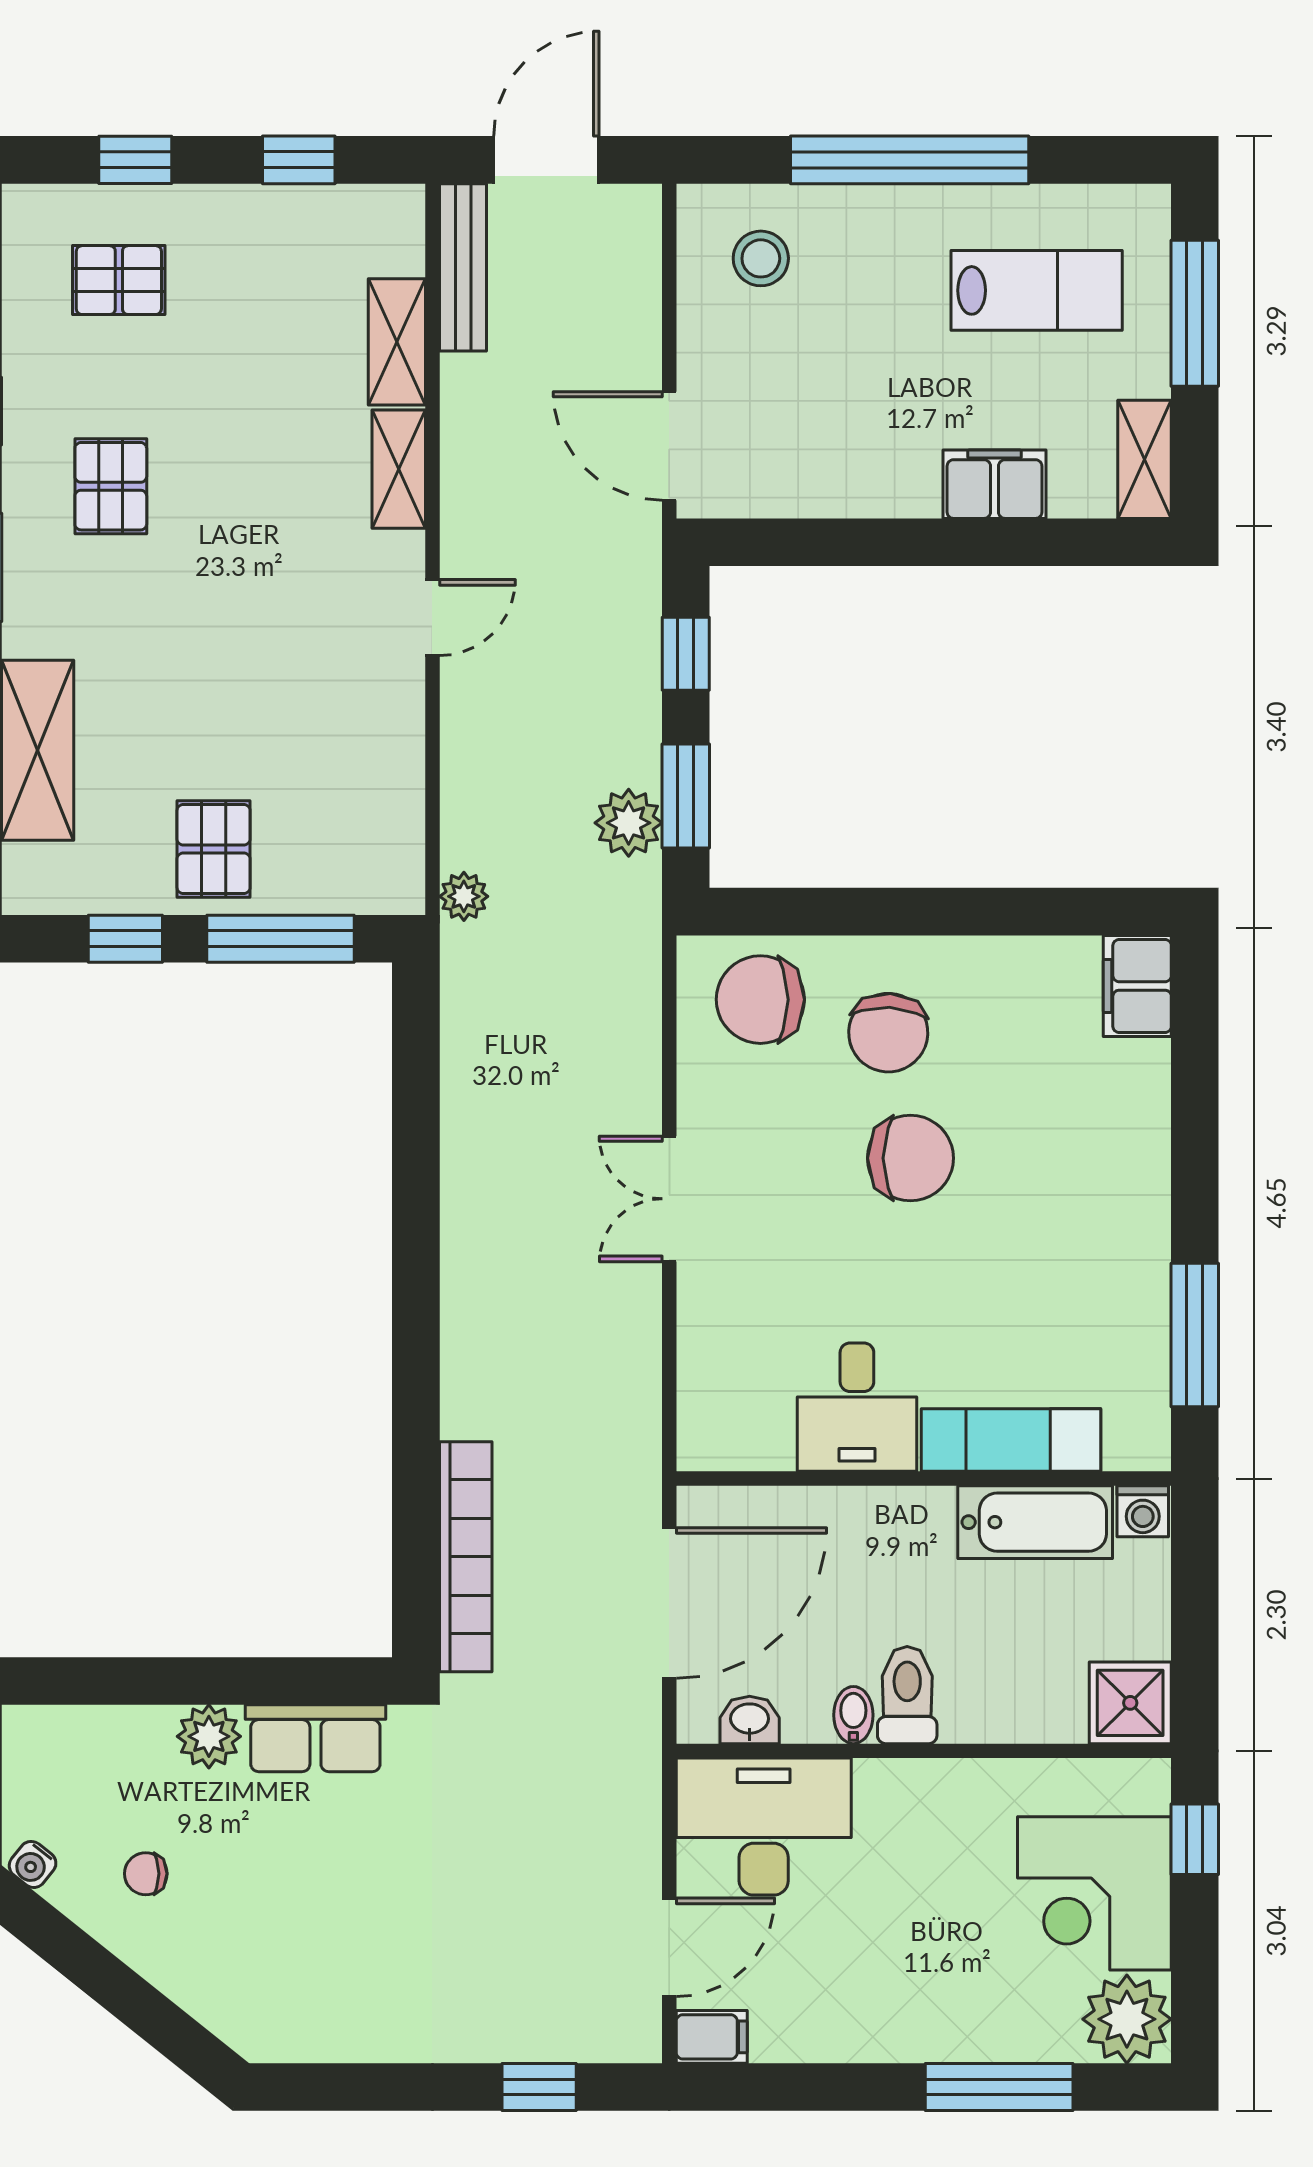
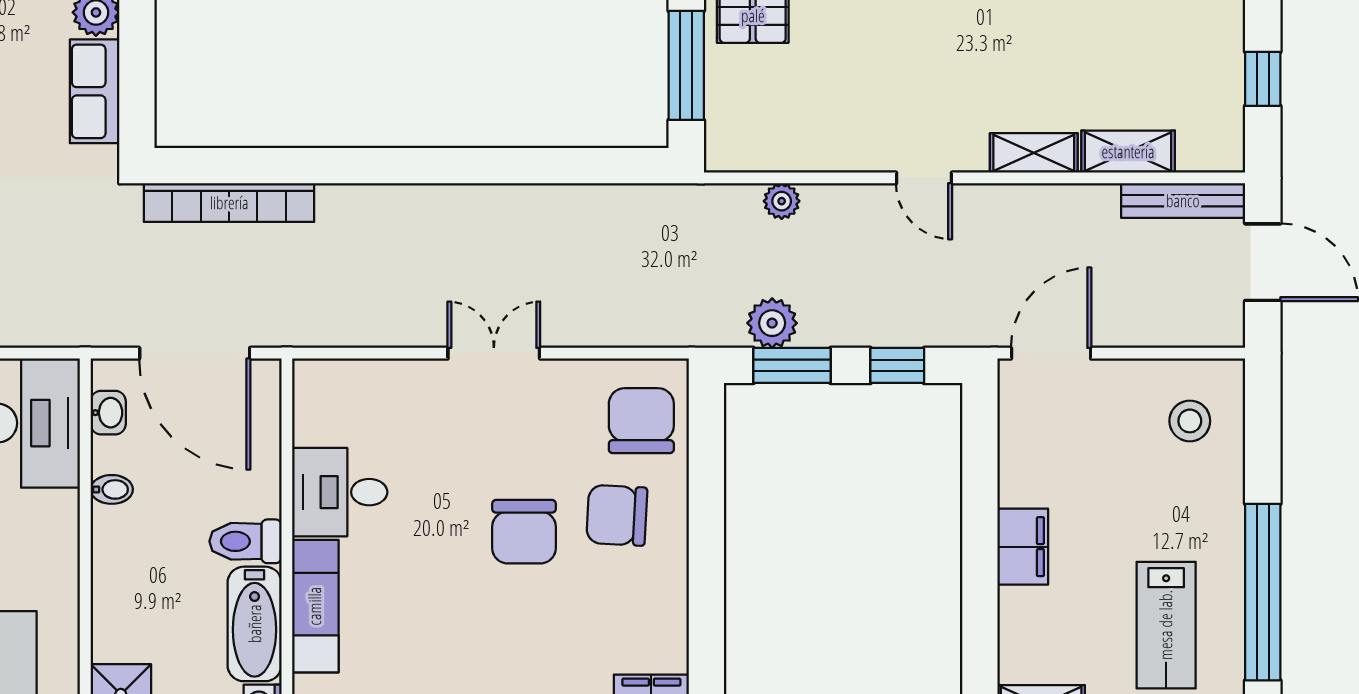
window: (910, 160) -> (1263, 592), moved
filing cabinet: (995, 484) -> (1023, 547), moved
plant: (464, 896) -> (782, 201), moved
toilet: (907, 1695) -> (245, 541), moved, turned 180

